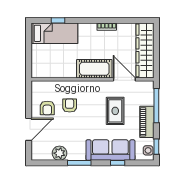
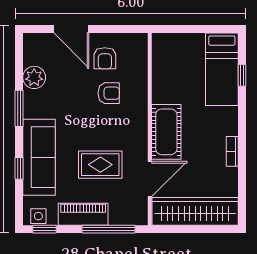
armchair: (47, 108) -> (105, 58), turned -90

